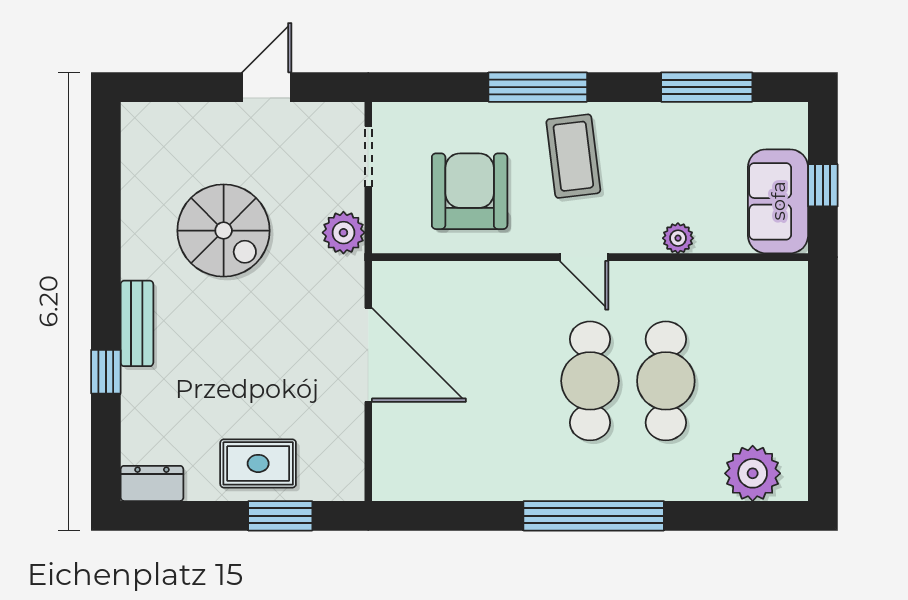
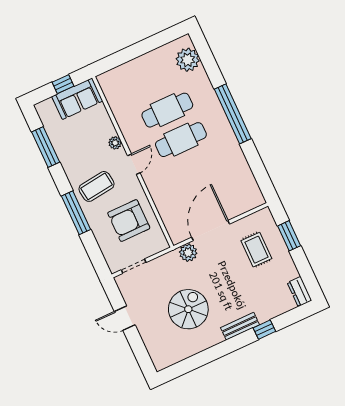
plant: (343, 233) -> (188, 253), moved
plant: (678, 238) -> (115, 143), moved
rug: (258, 463) -> (256, 250), moved

